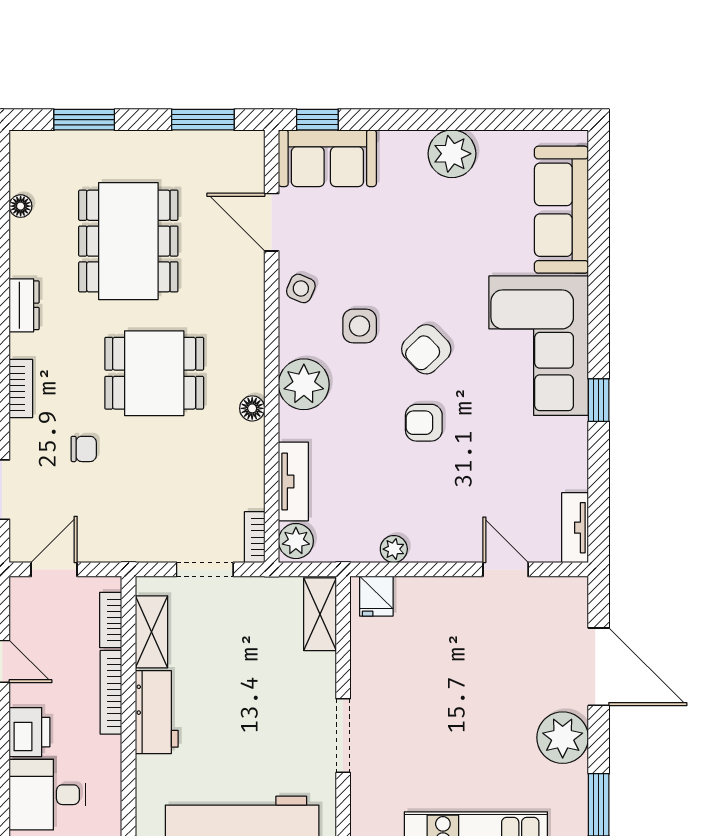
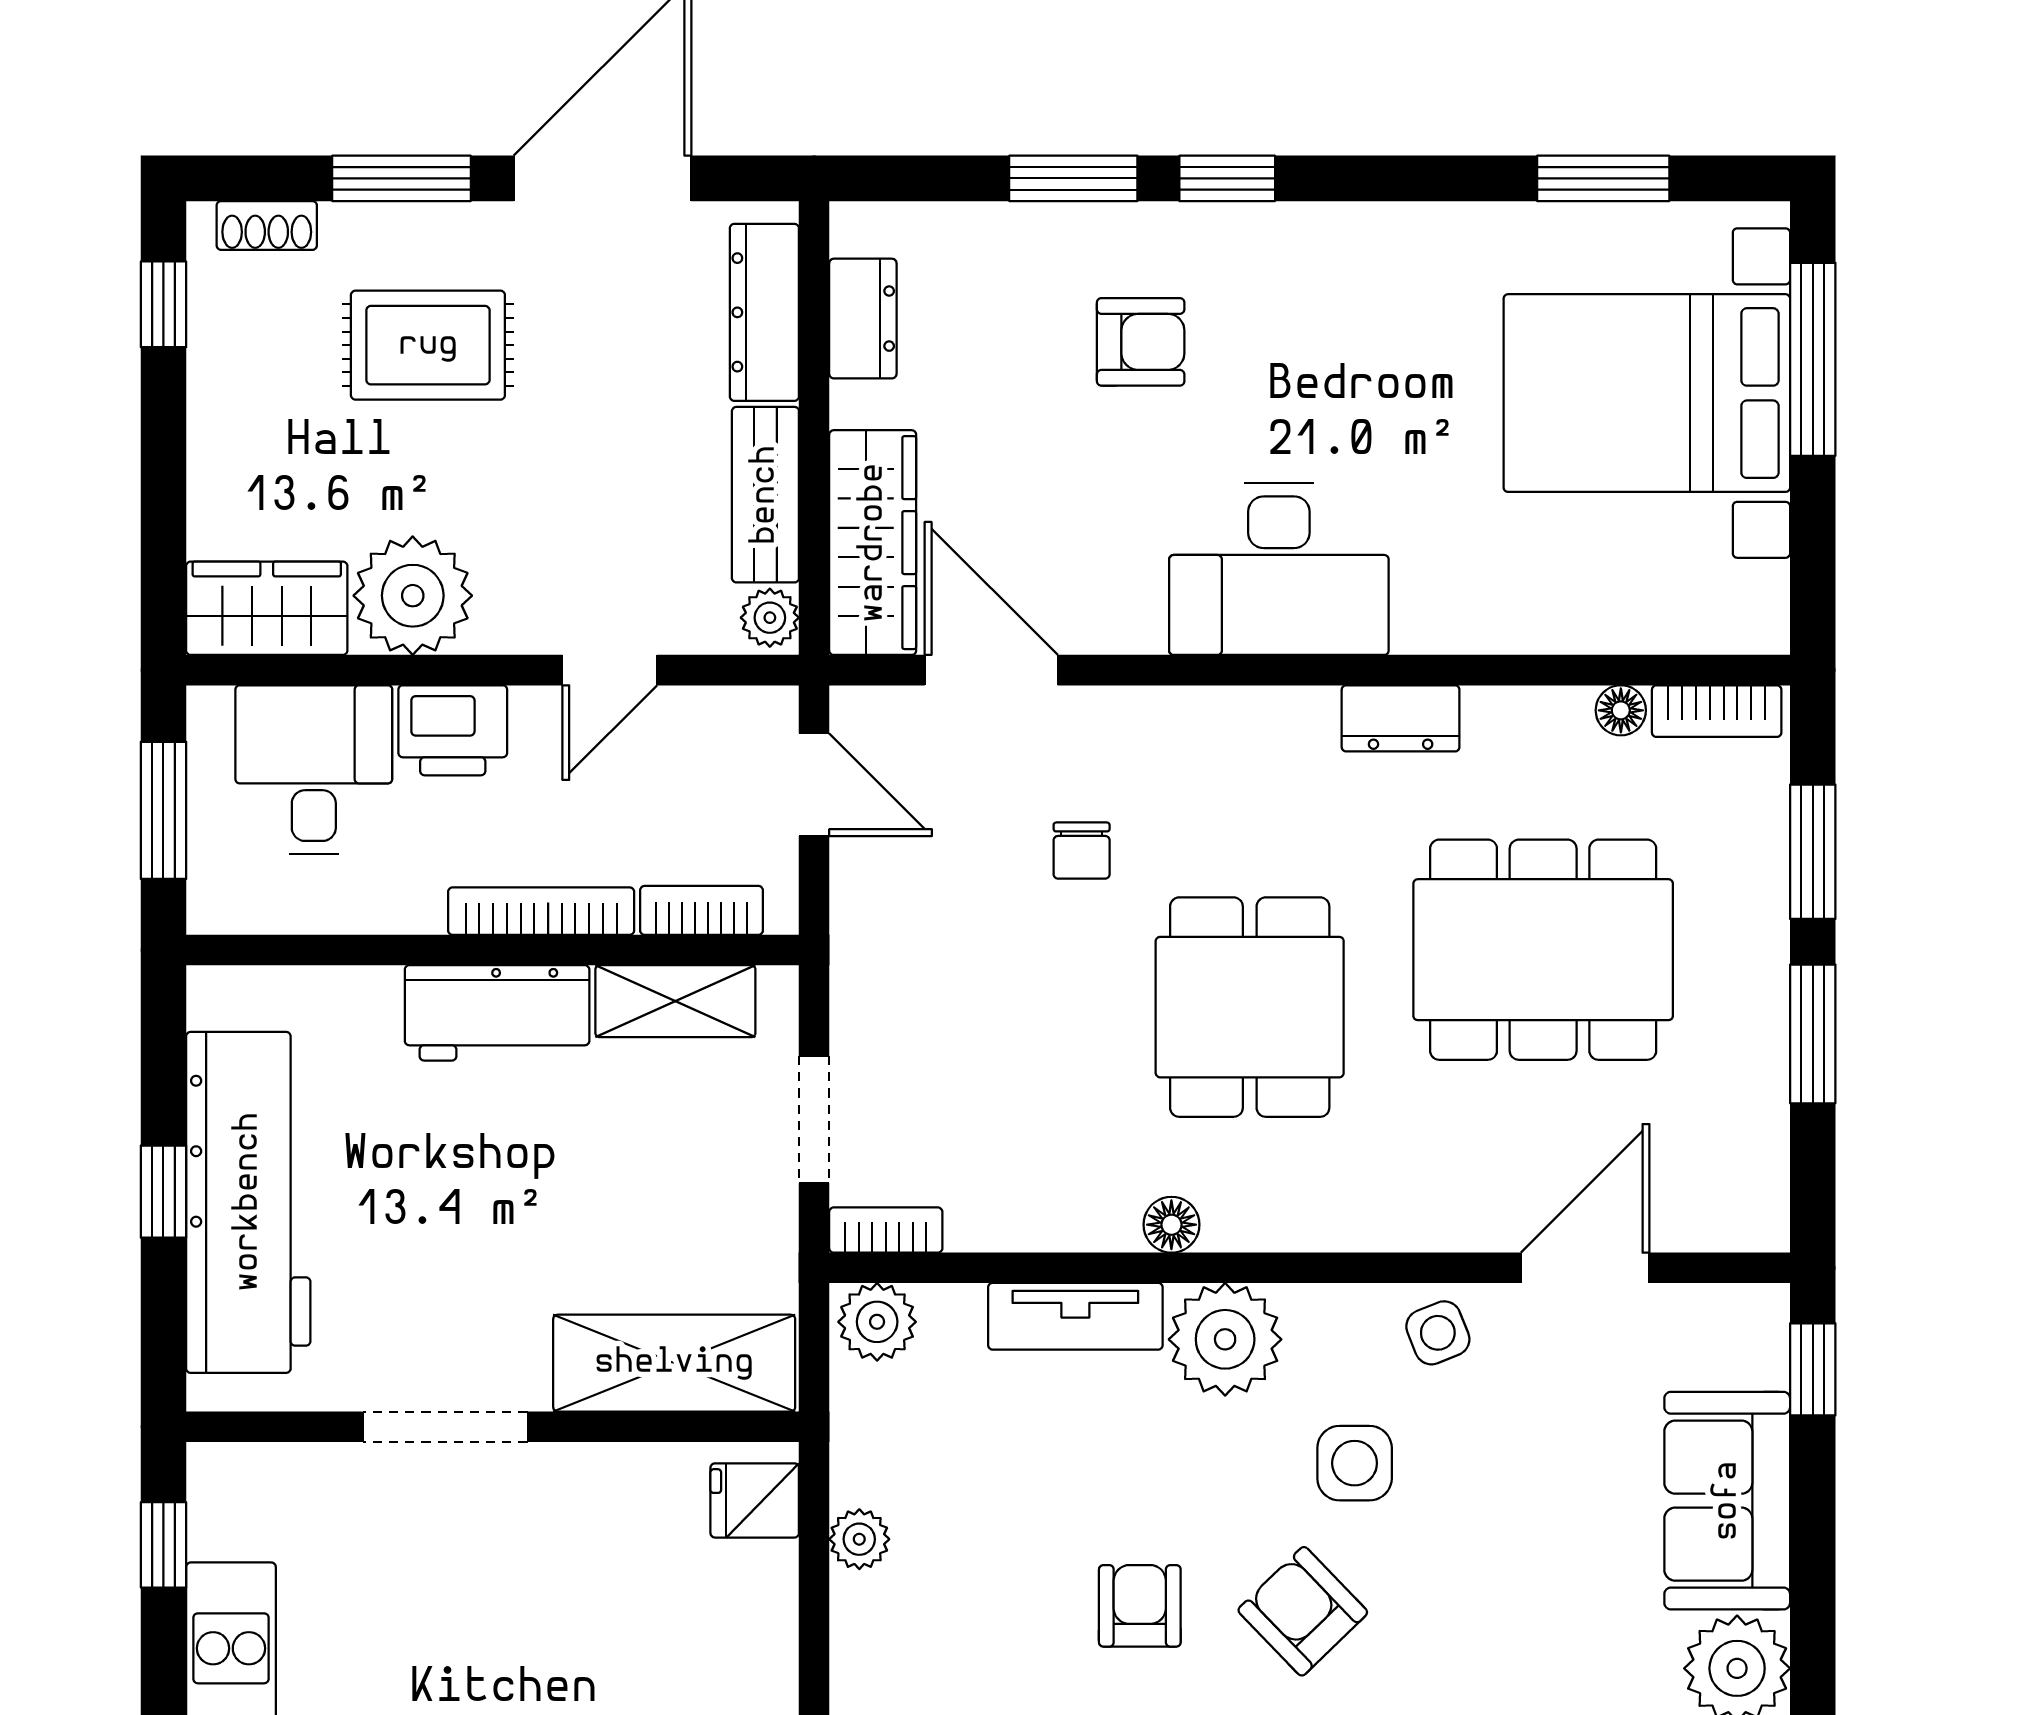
window: (203, 120) -> (1813, 1034), moved
sofa: (327, 158) -> (1727, 1501), moved
side table: (301, 288) -> (1438, 1333), turned 45
bookcase: (21, 389) -> (1717, 711), moved
tv unit: (293, 481) -> (1075, 1316), moved
shelving: (320, 614) -> (674, 1363), width x1.50, depth x1.33

